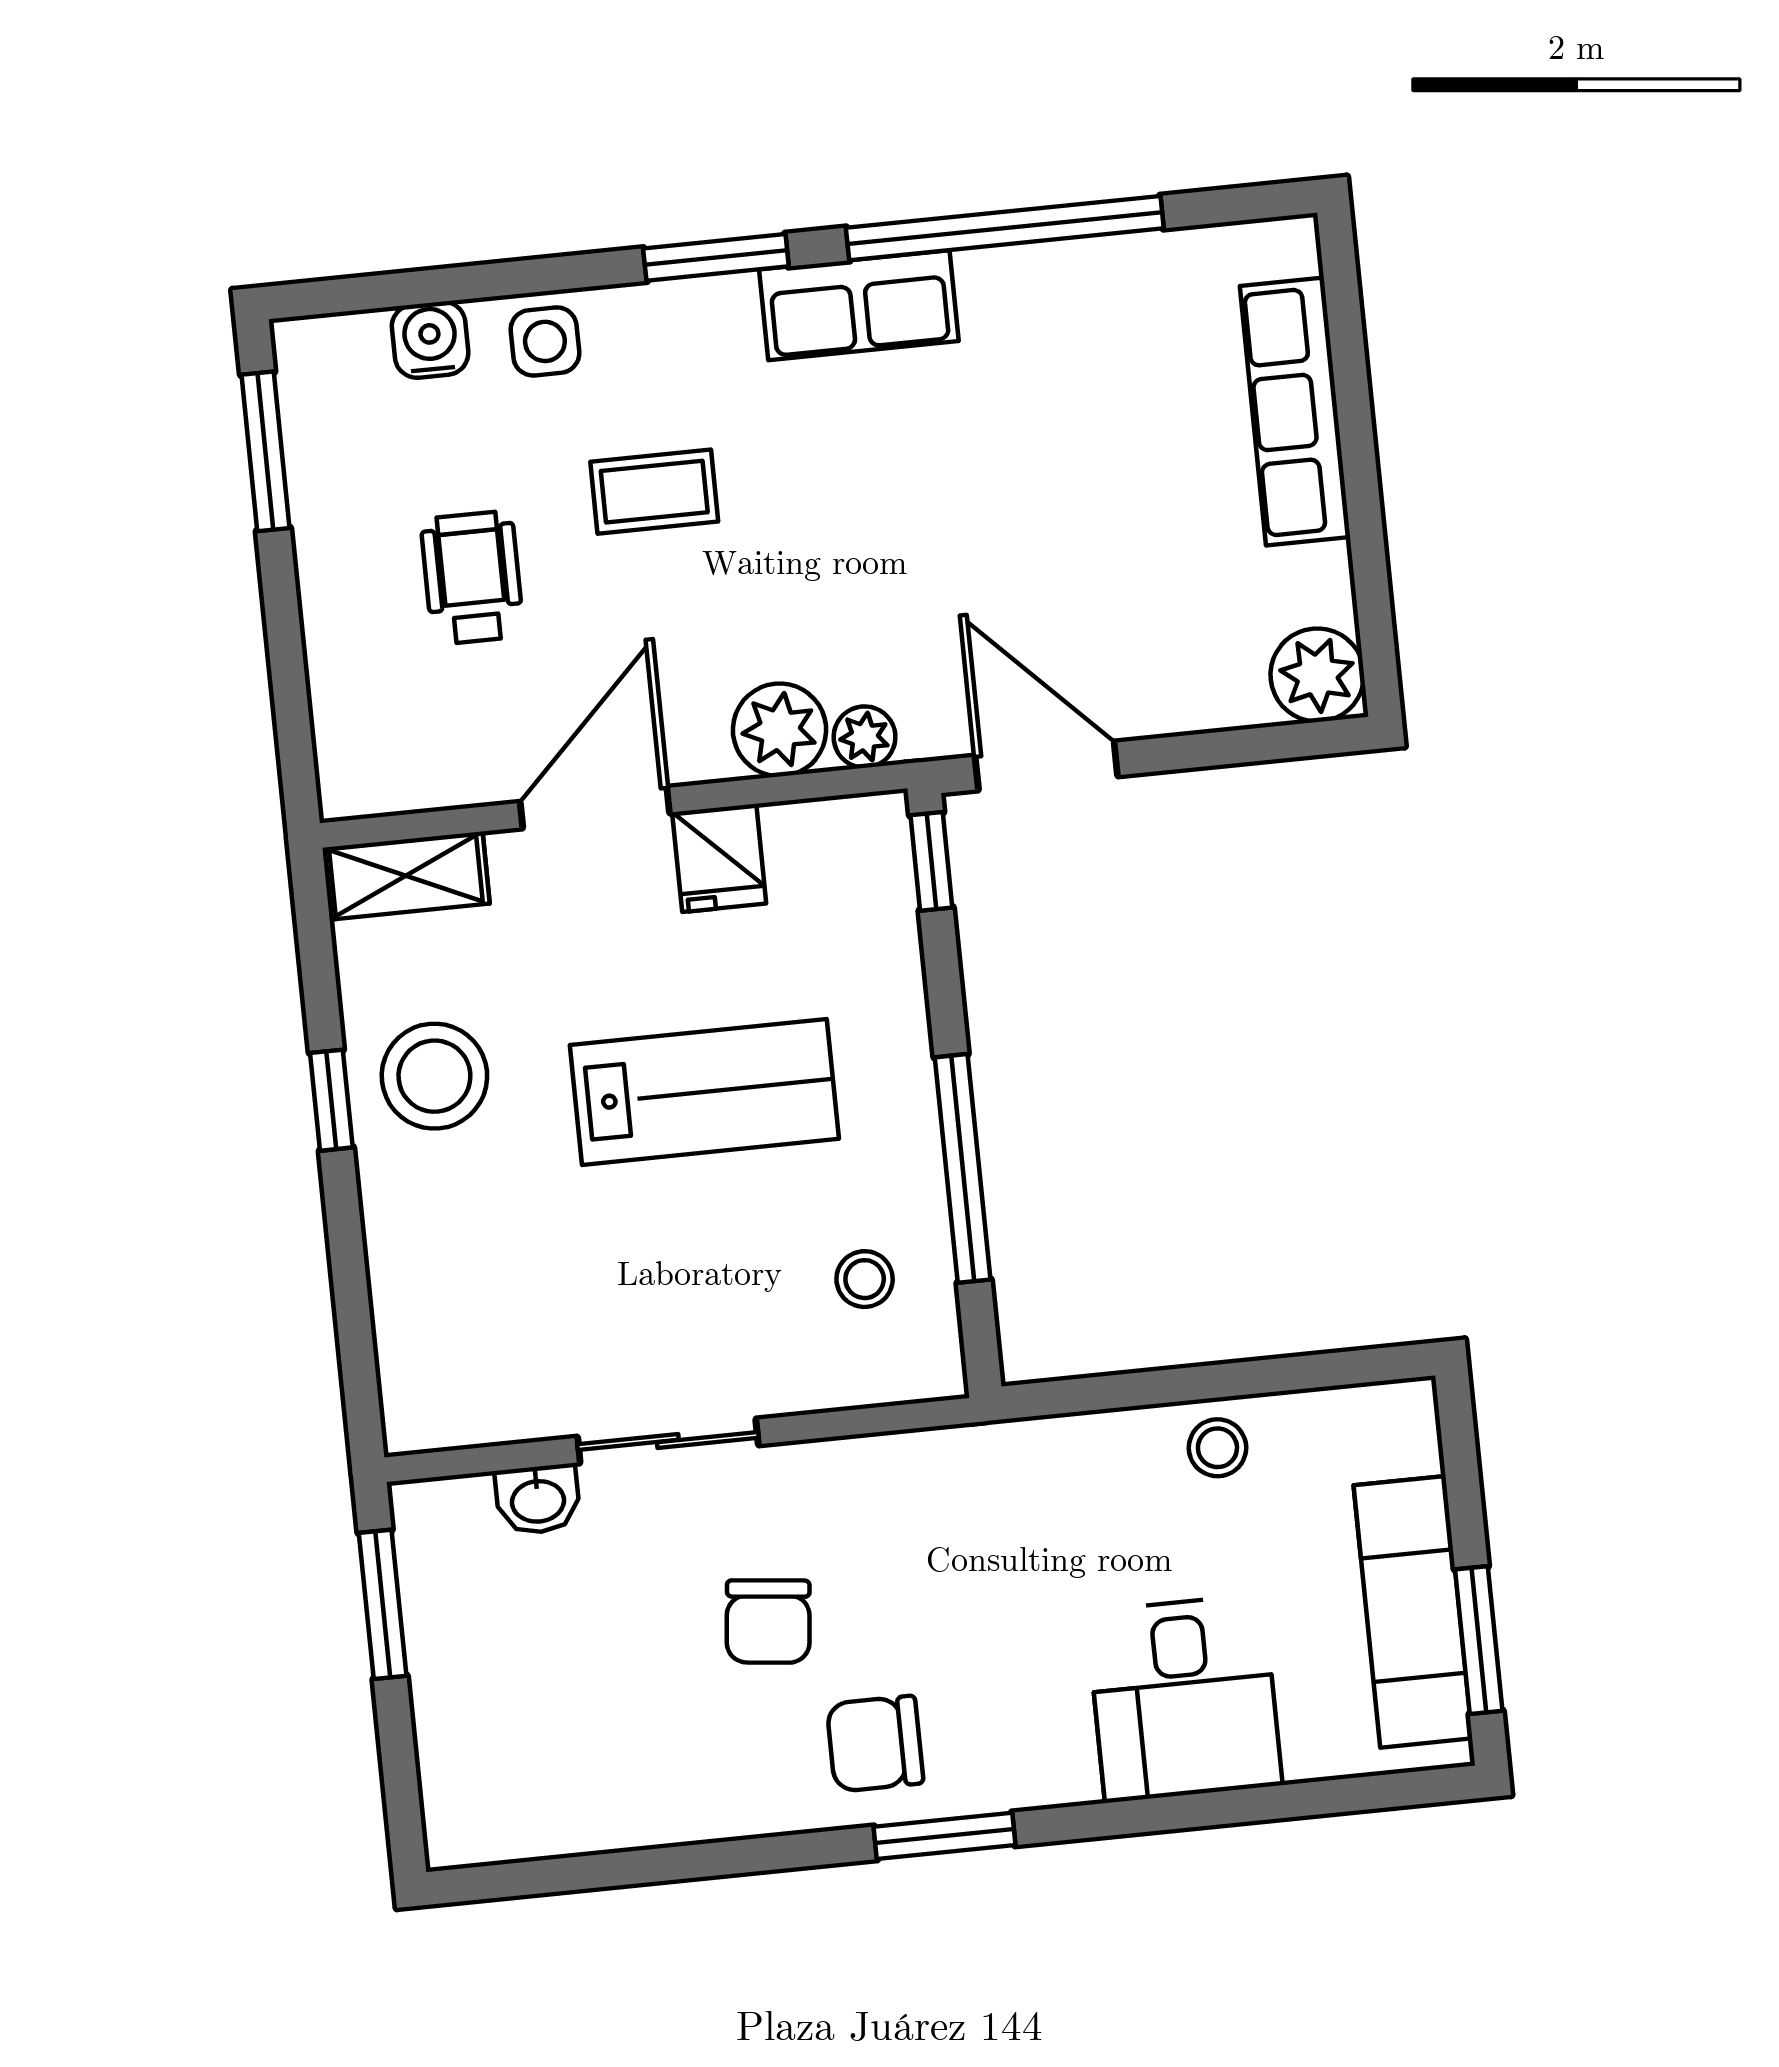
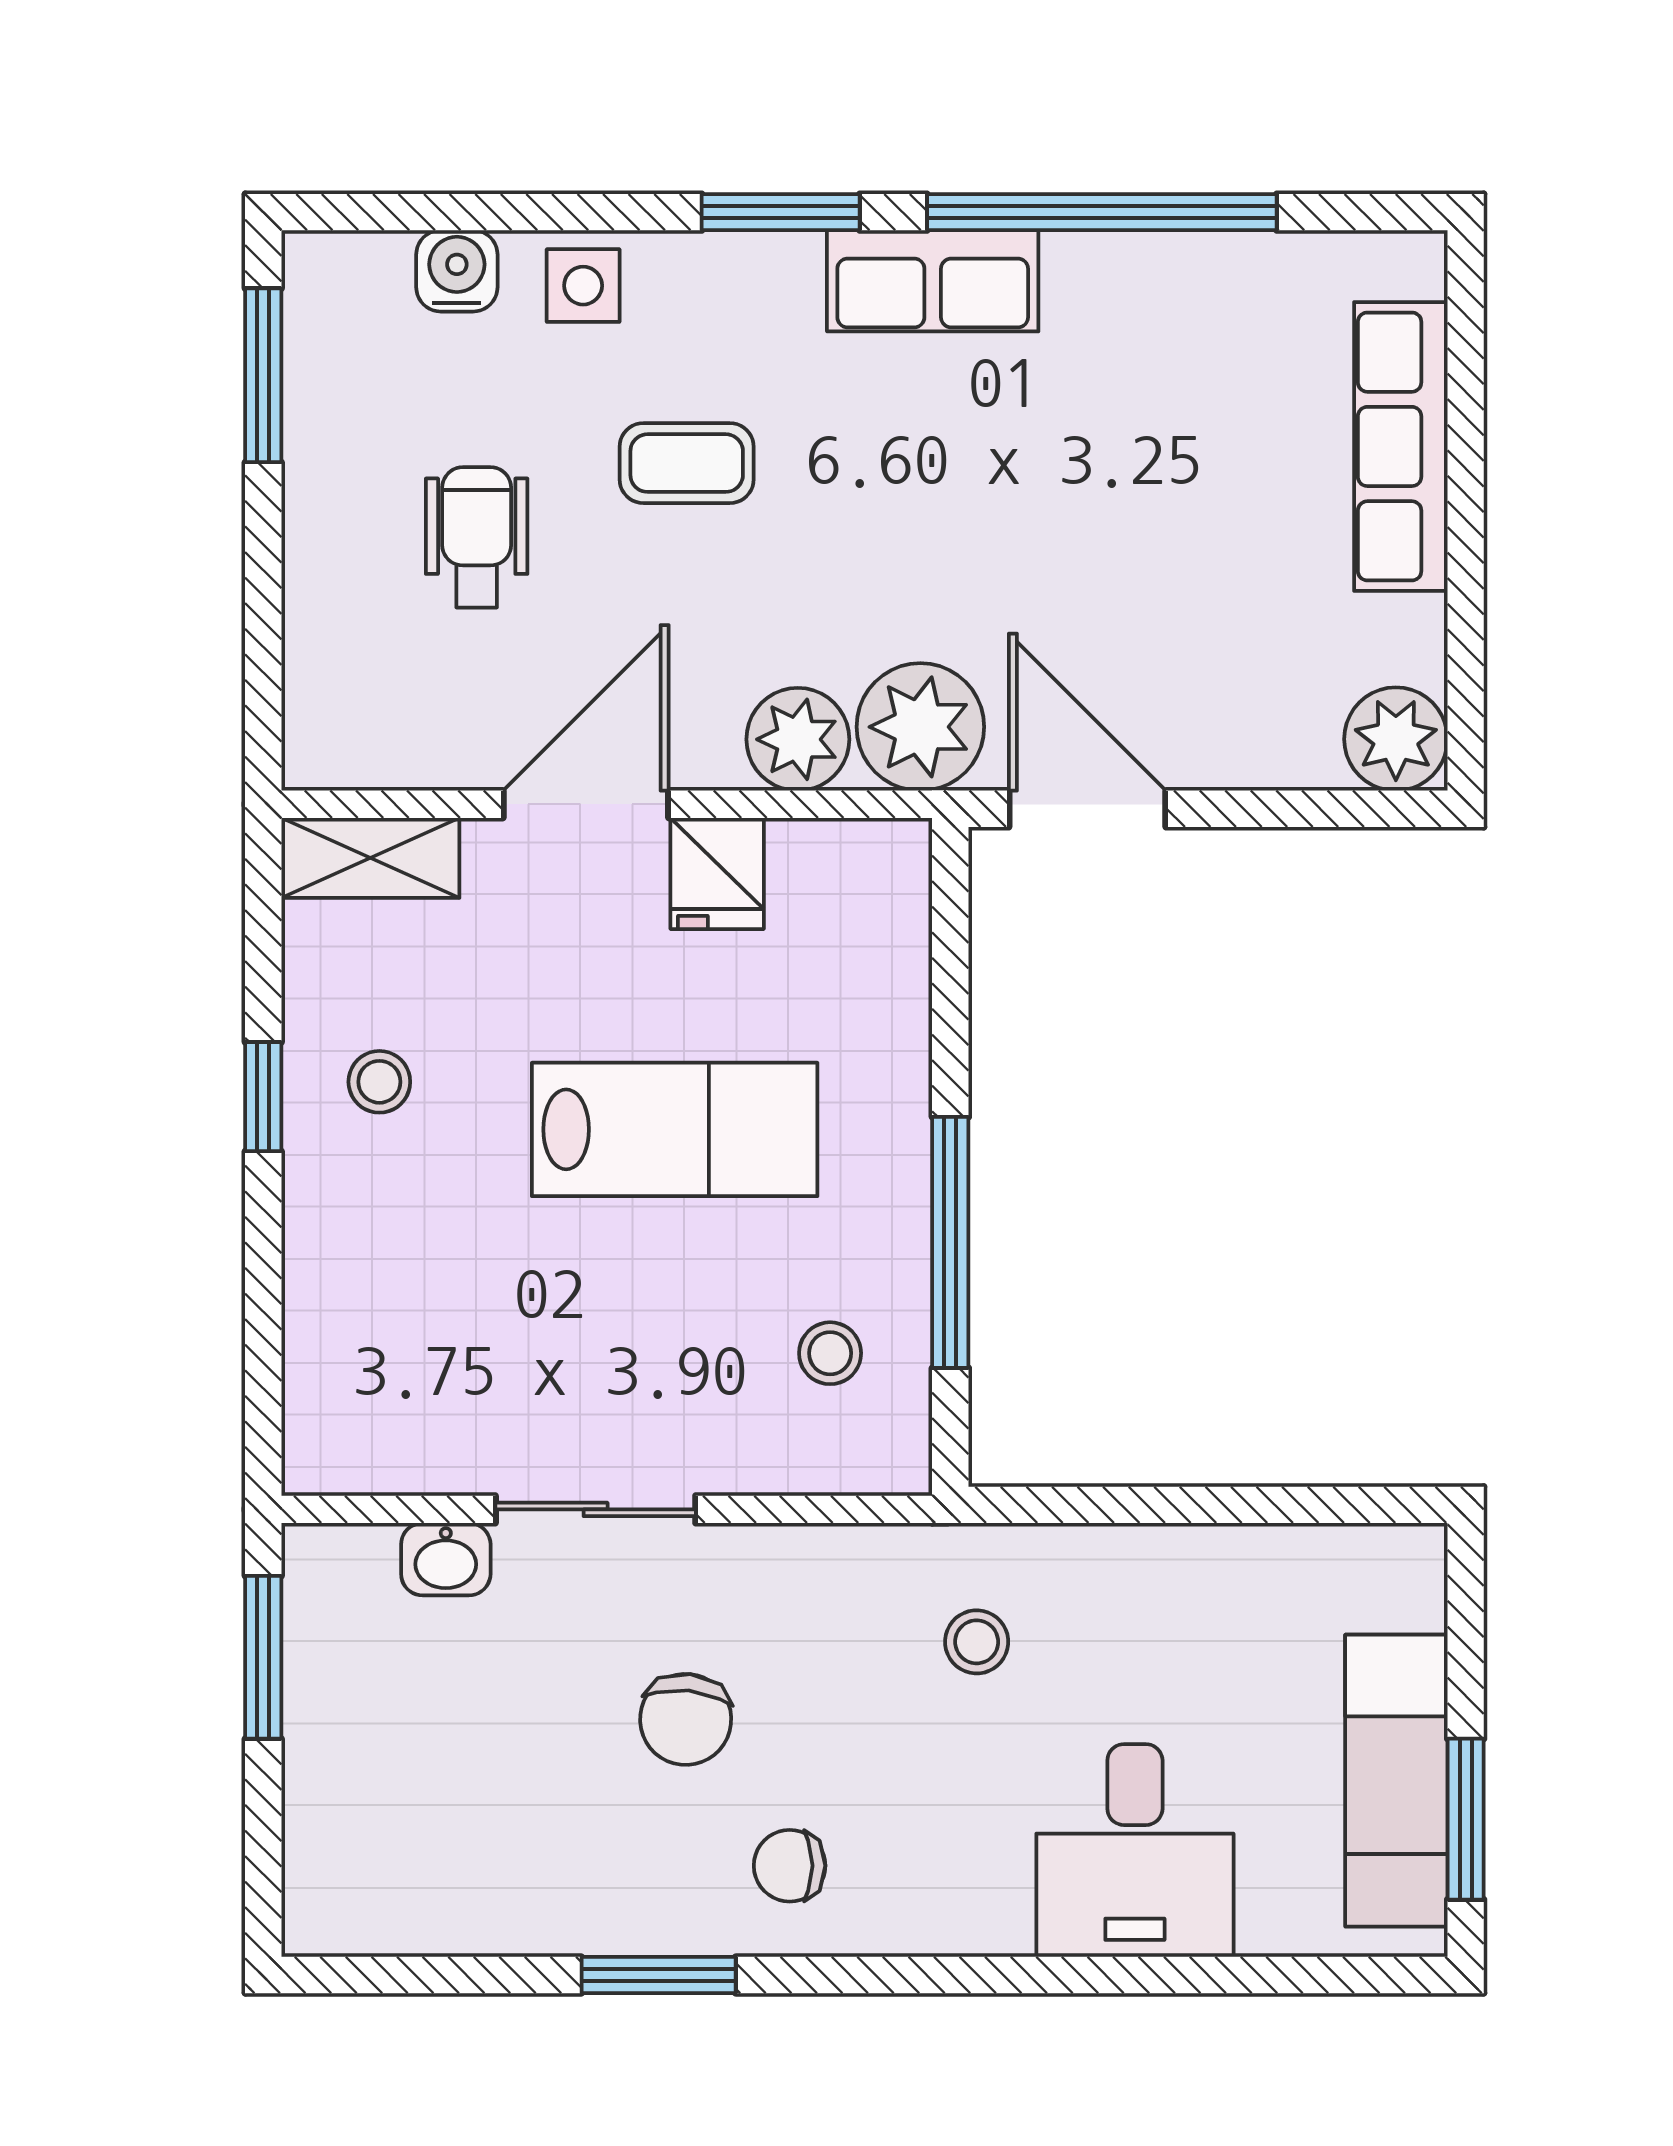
plant: (865, 737) -> (920, 727), width x1.87, depth x1.87
window: (931, 861) -> (950, 901), removed
stool: (434, 1076) -> (379, 1082), width x0.53, depth x0.53
stool: (1217, 1448) -> (977, 1642), moved
chair: (875, 1744) -> (790, 1866), width x0.73, depth x0.73
window: (945, 1836) -> (659, 1975), moved

